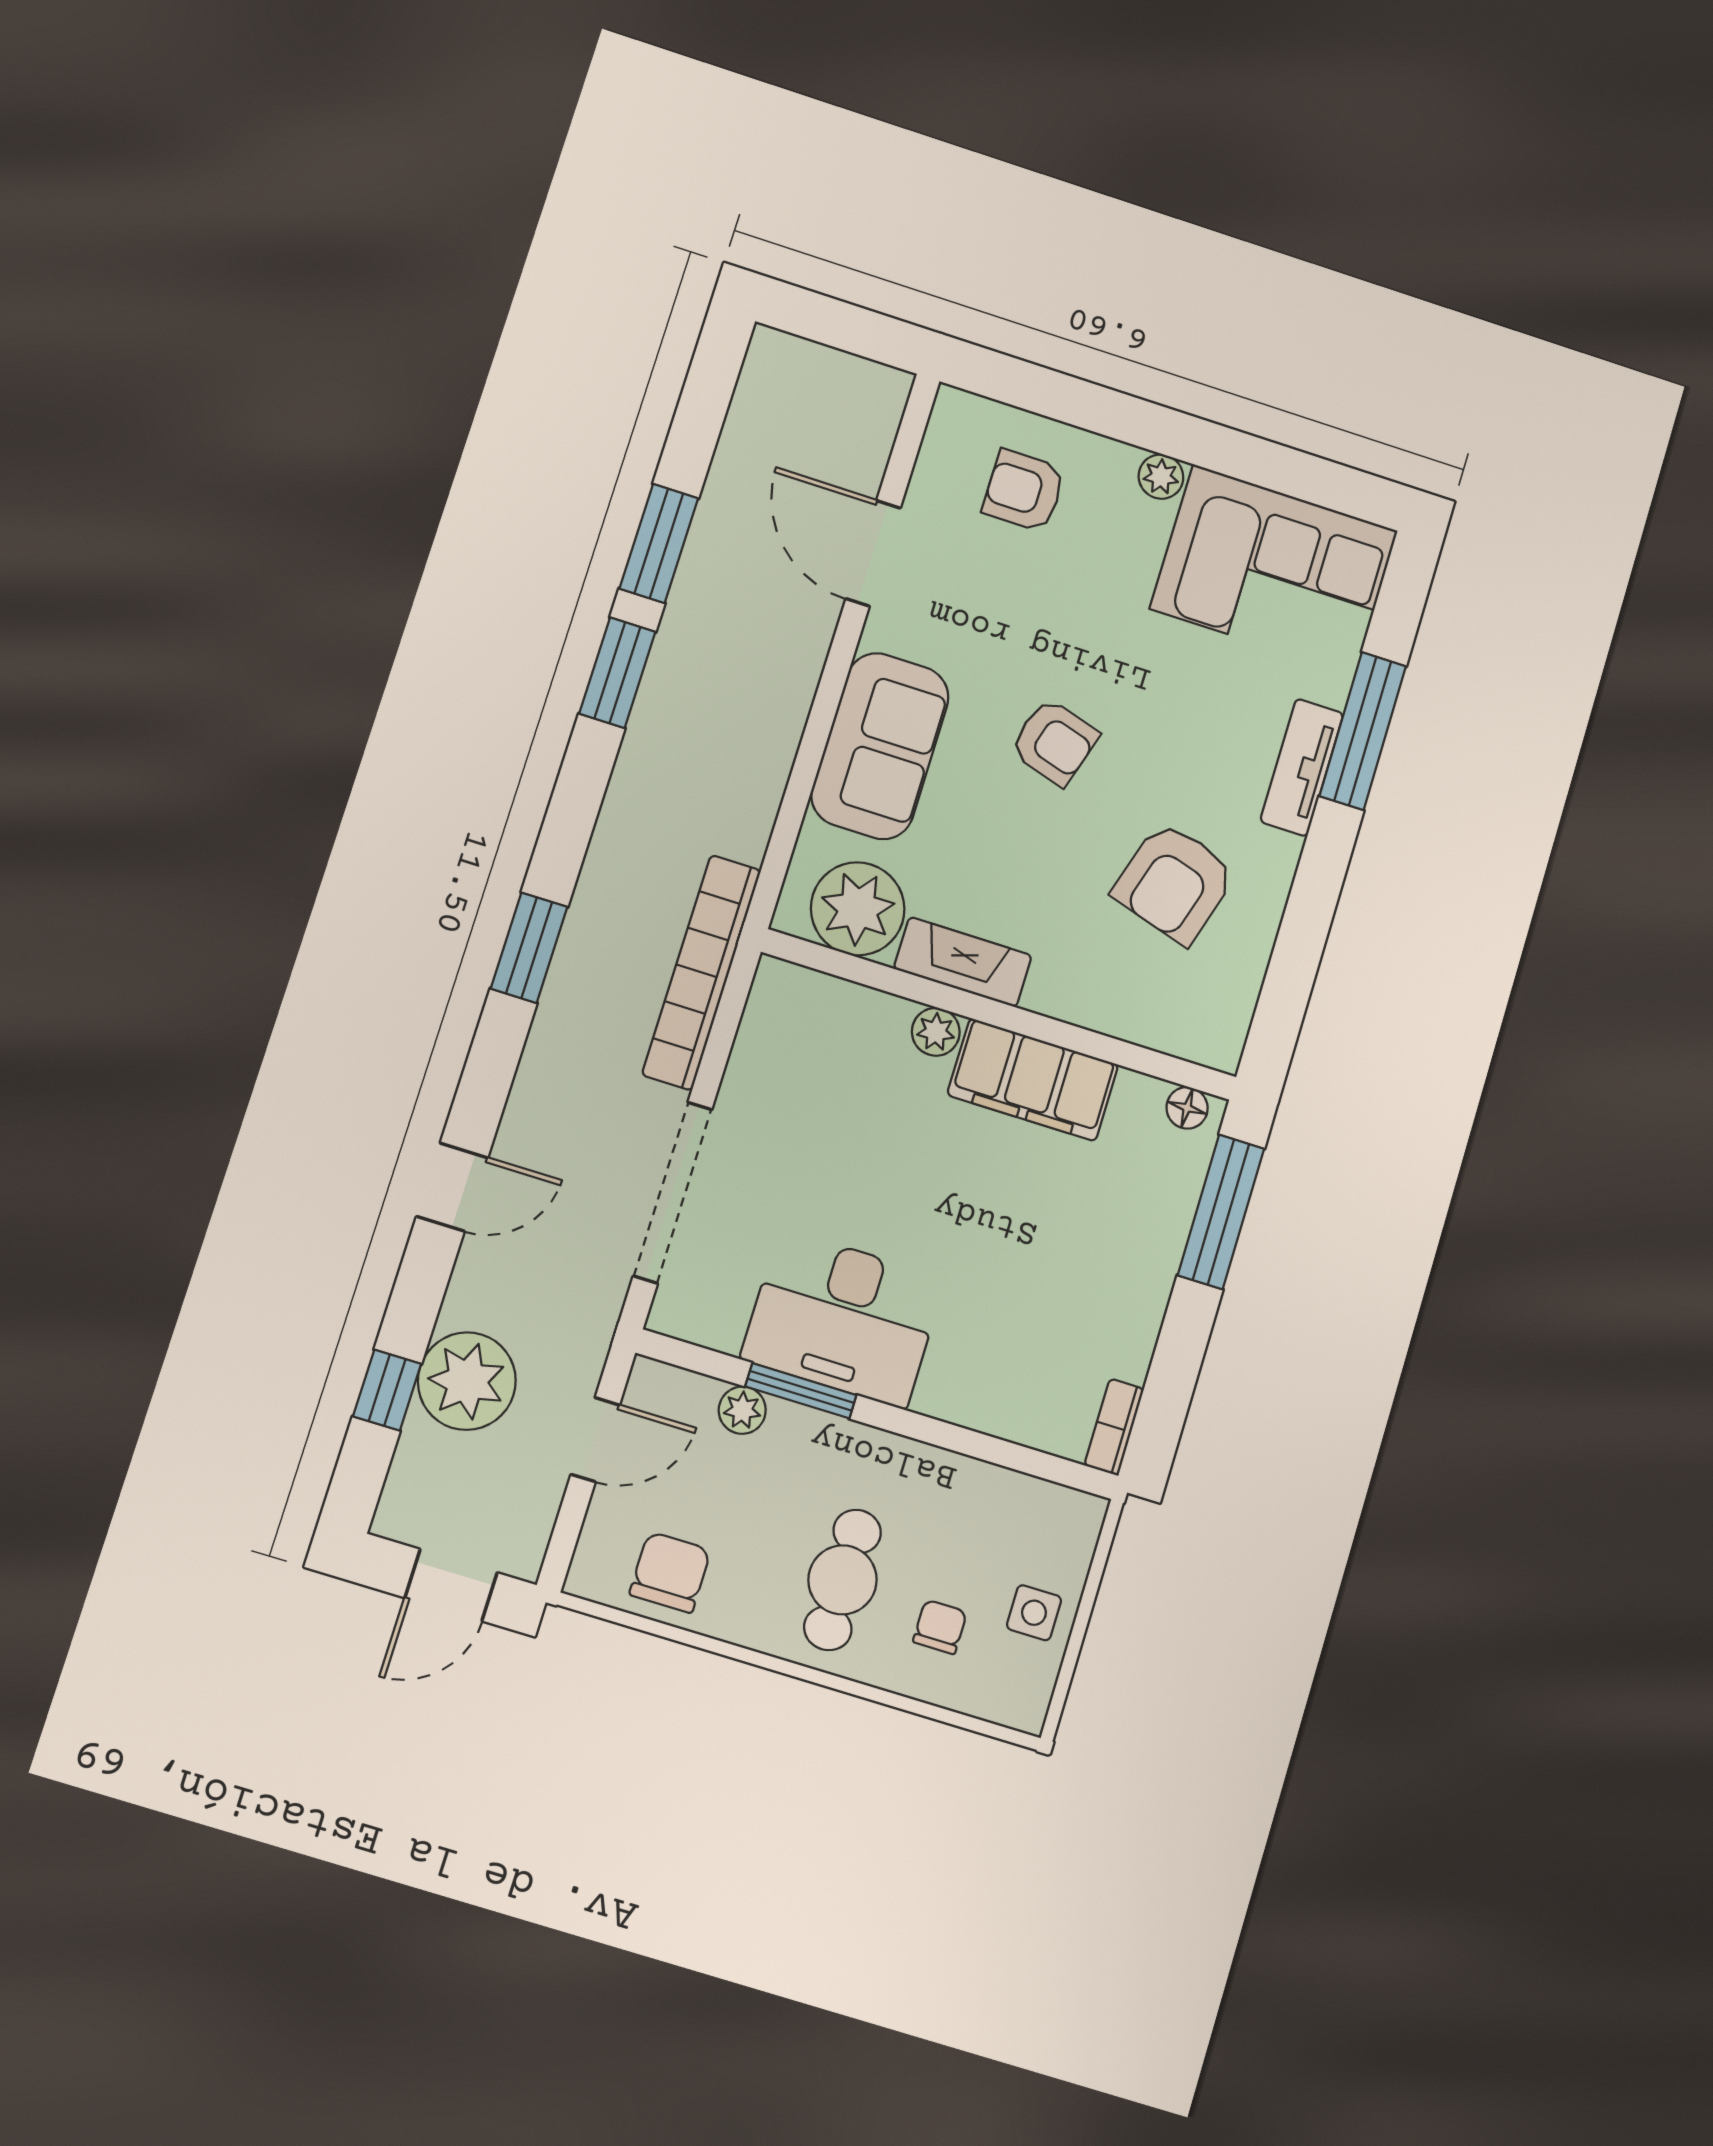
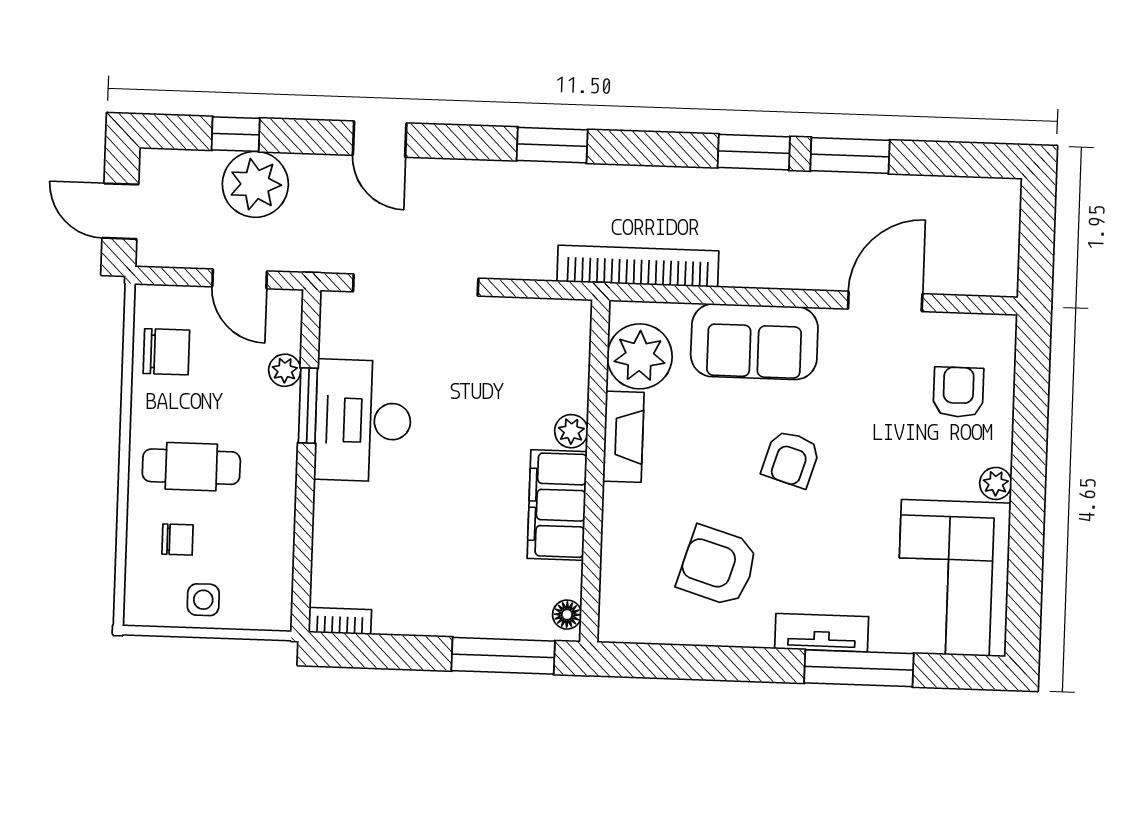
bookcase: (701, 972) -> (638, 266), moved

